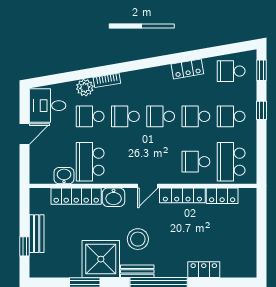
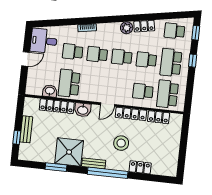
plant: (85, 88) -> (127, 28), moved
school desk: (231, 116) -> (171, 63), width x1.85
stool: (138, 239) -> (121, 143), moved

